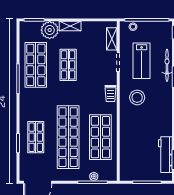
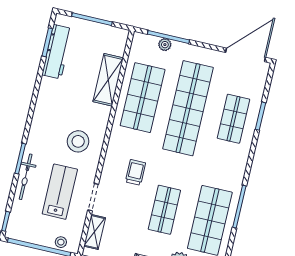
trolley: (110, 94) -> (135, 172), moved
shelving: (126, 144) -> (108, 80), added

